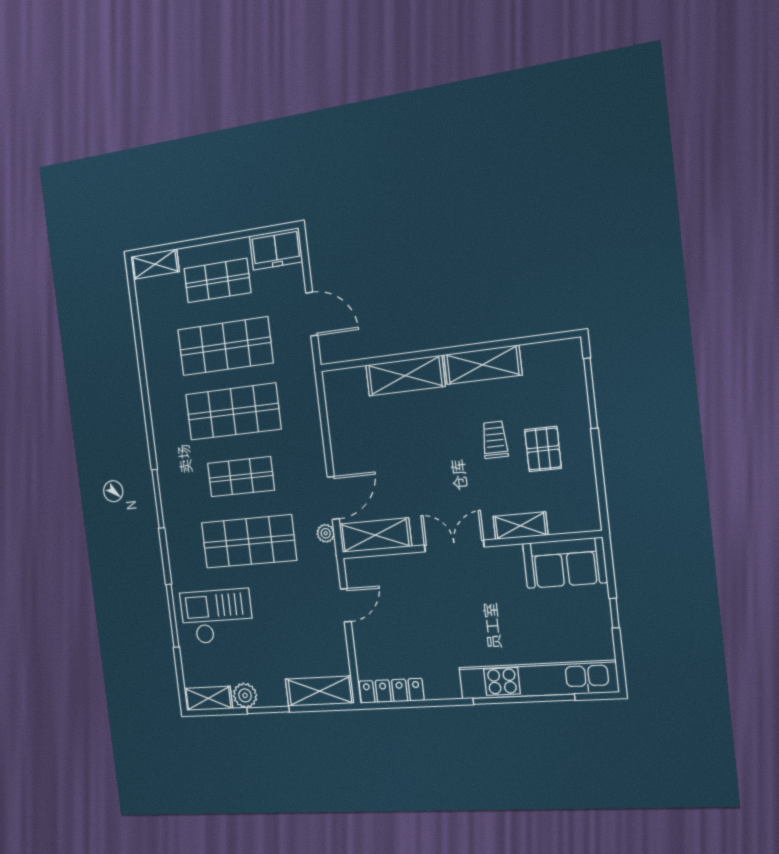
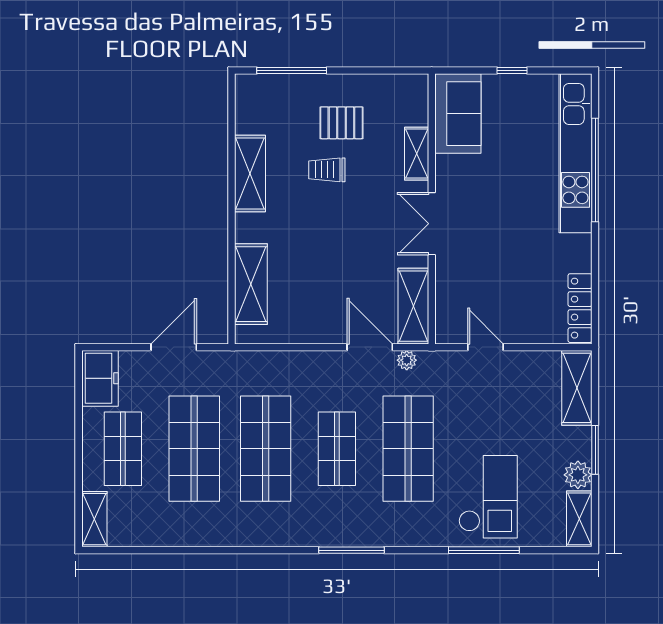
shelving: (405, 376) -> (251, 284), moved
checkout: (217, 616) -> (488, 497), turned 180

